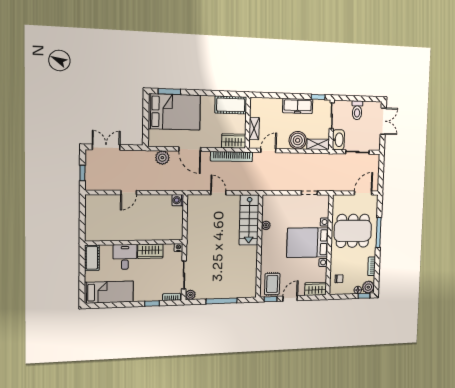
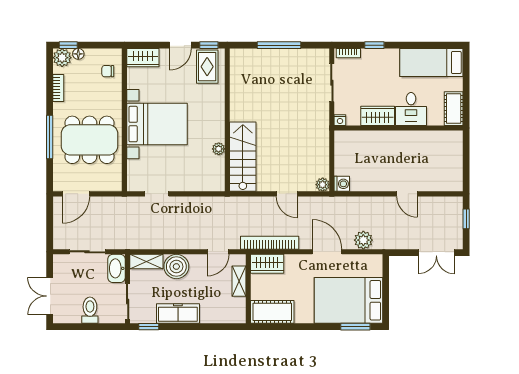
door: (129, 193) -> (407, 194), swing flipped
plant: (190, 295) -> (323, 185), moved

